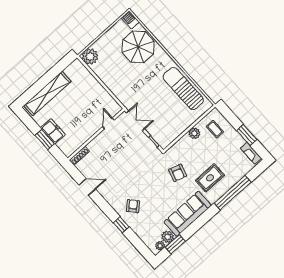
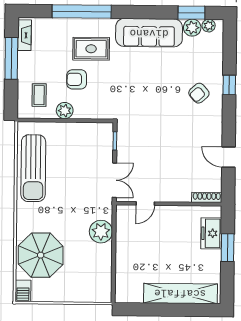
plant: (90, 57) -> (101, 232), moved
double door: (135, 121) -> (114, 180), swing flipped
freezer: (53, 131) -> (211, 233), moved
window: (247, 135) -> (11, 58), width x1.44
armchair: (178, 173) -> (77, 79), moved, turned -107

